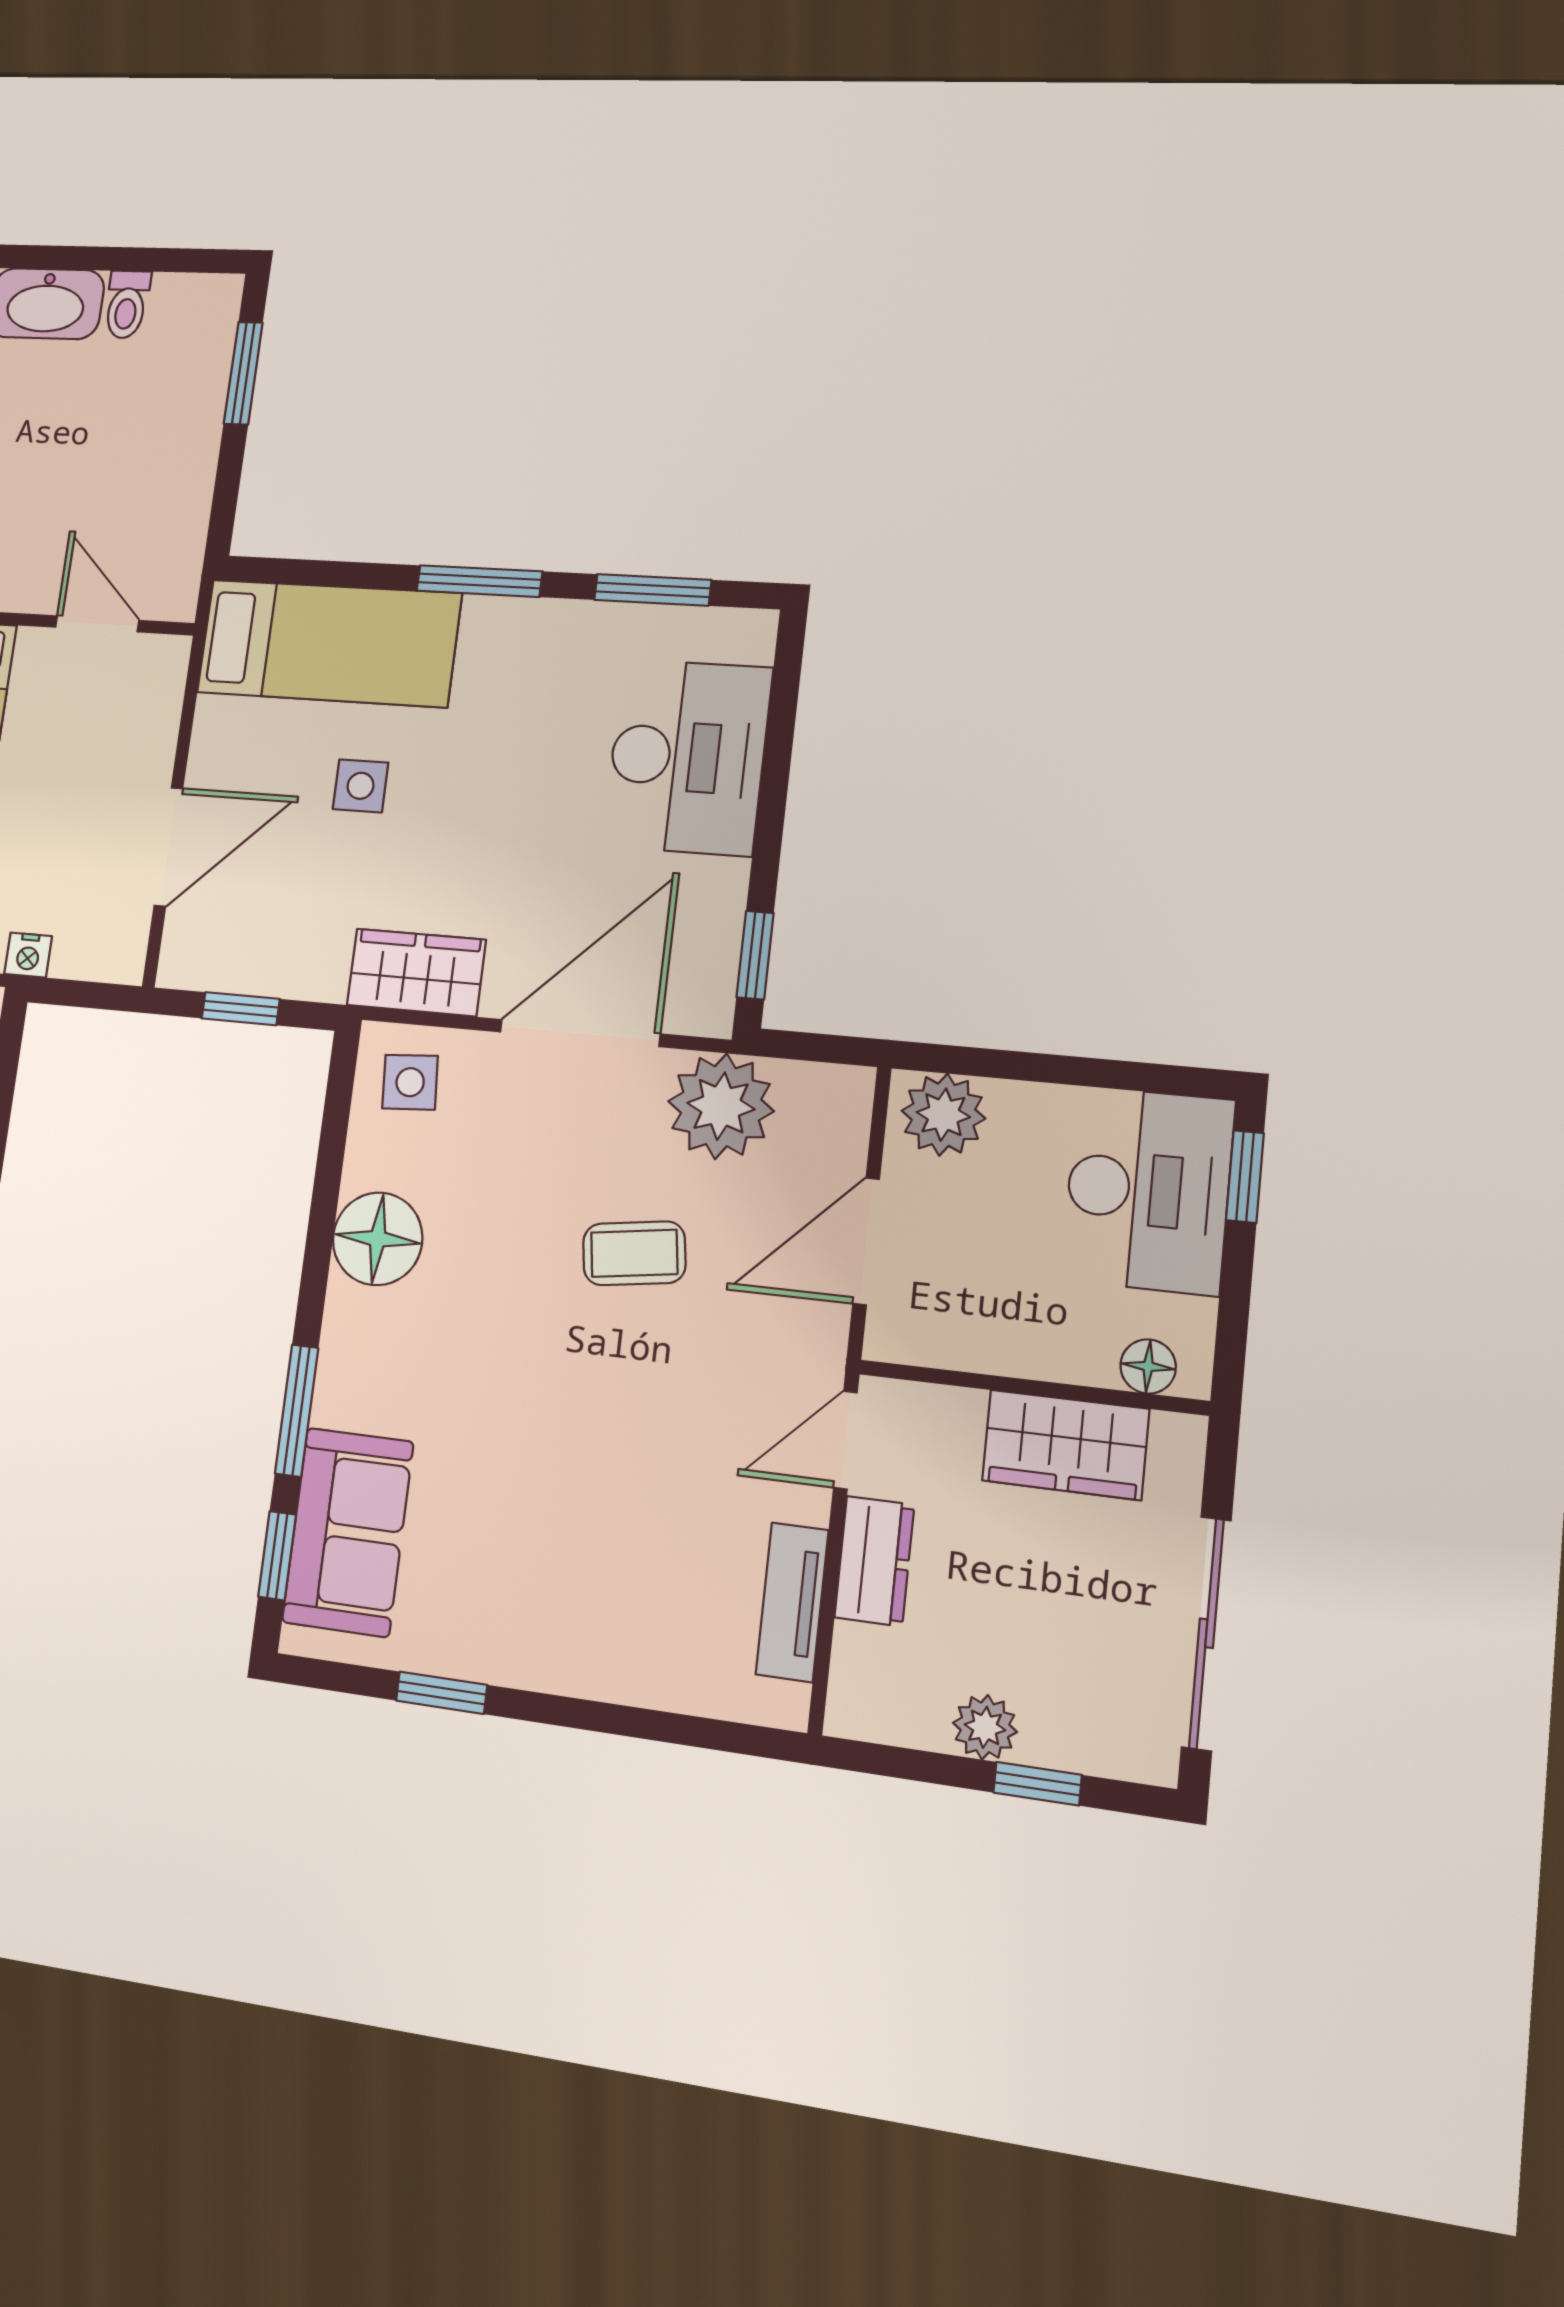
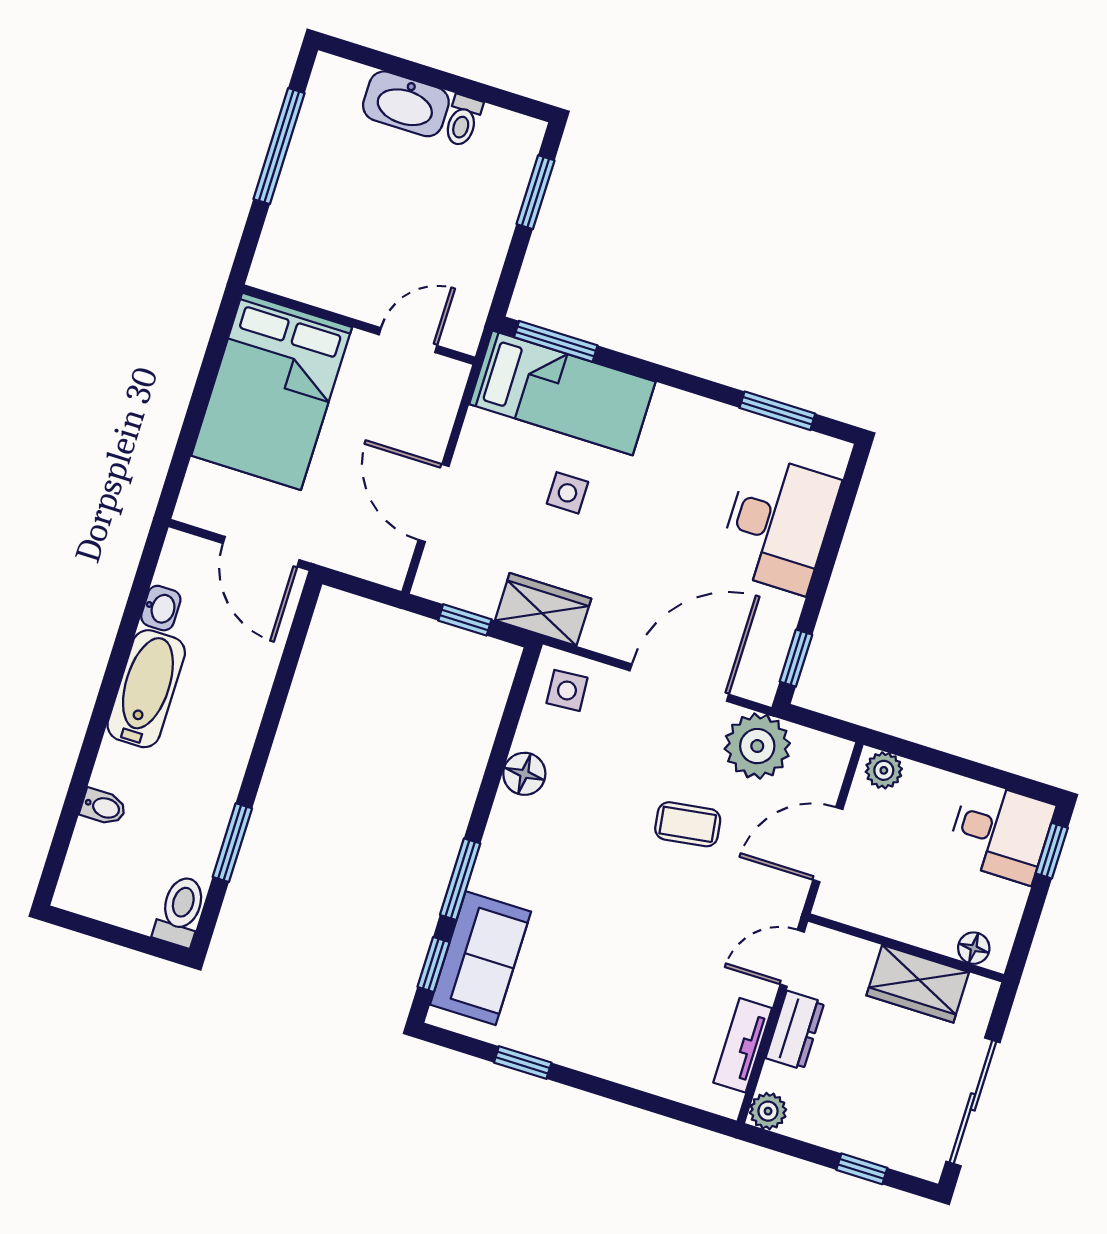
window: (479, 581) -> (556, 341), moved
door: (97, 624) -> (408, 340), hinge flipped
door: (168, 847) -> (434, 503), swing flipped
nightstand: (28, 955) -> (327, 553), removed
wardrobe: (416, 972) -> (543, 609), moved
plant: (943, 1115) -> (884, 770), width x0.73, depth x0.73
desk: (1148, 1190) -> (1001, 832), width x0.73
floor lamp: (378, 1239) -> (524, 774), width x0.73, depth x0.73
plant: (985, 1727) -> (768, 1111), moved

